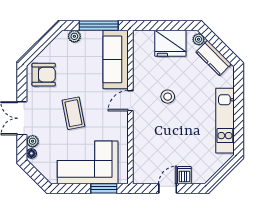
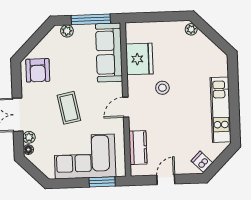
fridge: (170, 43) -> (139, 59), moved, turned -90
kitchen counter: (214, 58) -> (138, 148), moved, turned -135
armchair: (44, 75) -> (38, 70), turned 90
door: (130, 101) -> (126, 107), moved
dishwasher: (184, 175) -> (202, 162), moved, turned -45

